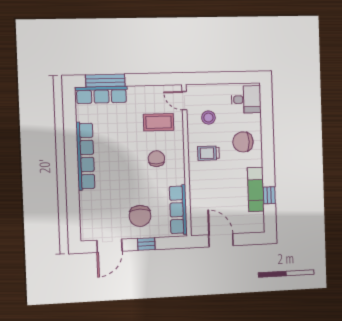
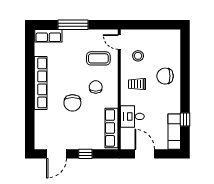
window: (105, 80) -> (73, 25), moved
row of seats: (101, 95) -> (48, 36), width x0.68
desk: (246, 99) -> (132, 116), moved, turned 180
exam couch: (256, 189) -> (174, 132), moved
chair: (140, 216) -> (72, 103), moved

